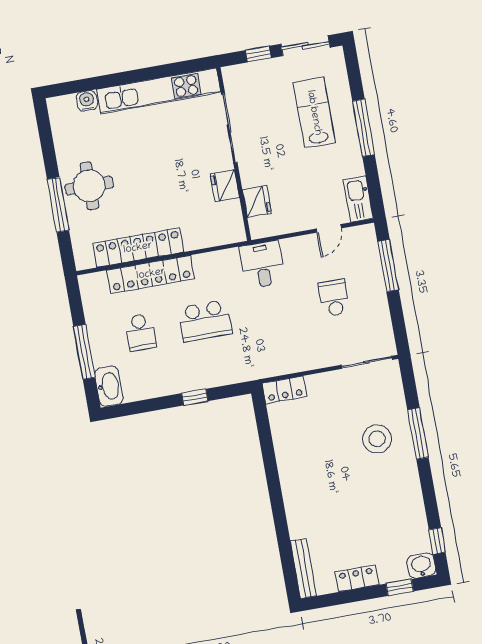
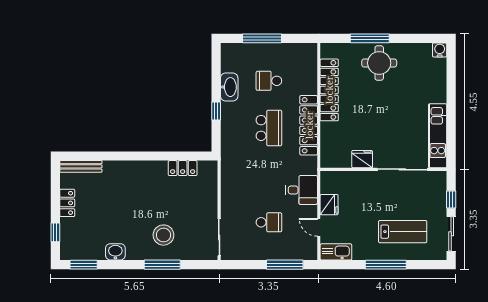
kitchen unit: (159, 91) -> (438, 136), width x0.73
water cooler: (87, 101) -> (440, 50), moved, turned -90
fridge: (257, 202) -> (329, 205), moved, turned -90
desk: (262, 264) -> (302, 190), moved
locker: (151, 274) -> (309, 125), moved
school desk: (205, 321) -> (269, 128), turned 180
washbasin: (109, 386) -> (229, 87), moved, turned -90
locker: (284, 390) -> (183, 168), moved, turned -90
window: (437, 541) -> (84, 265), width x1.50
washbasin: (421, 566) -> (115, 252), moved, turned -90

